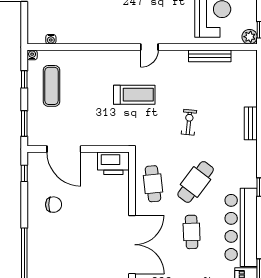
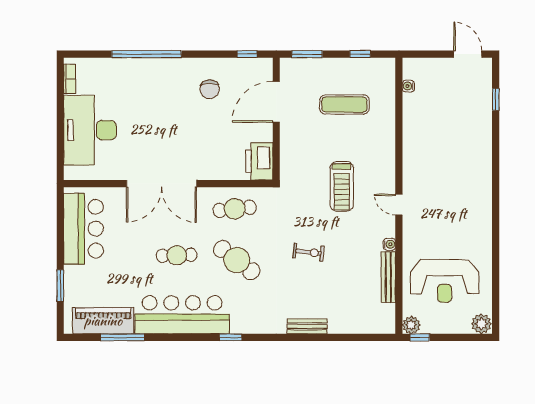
water cooler: (32, 55) -> (389, 244), moved
exercise mat: (51, 86) -> (344, 104), moved

